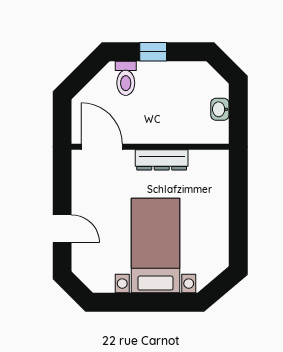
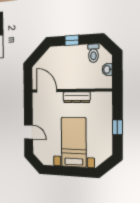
toilet: (126, 78) -> (93, 53), moved
window: (238, 215) -> (117, 127), added

